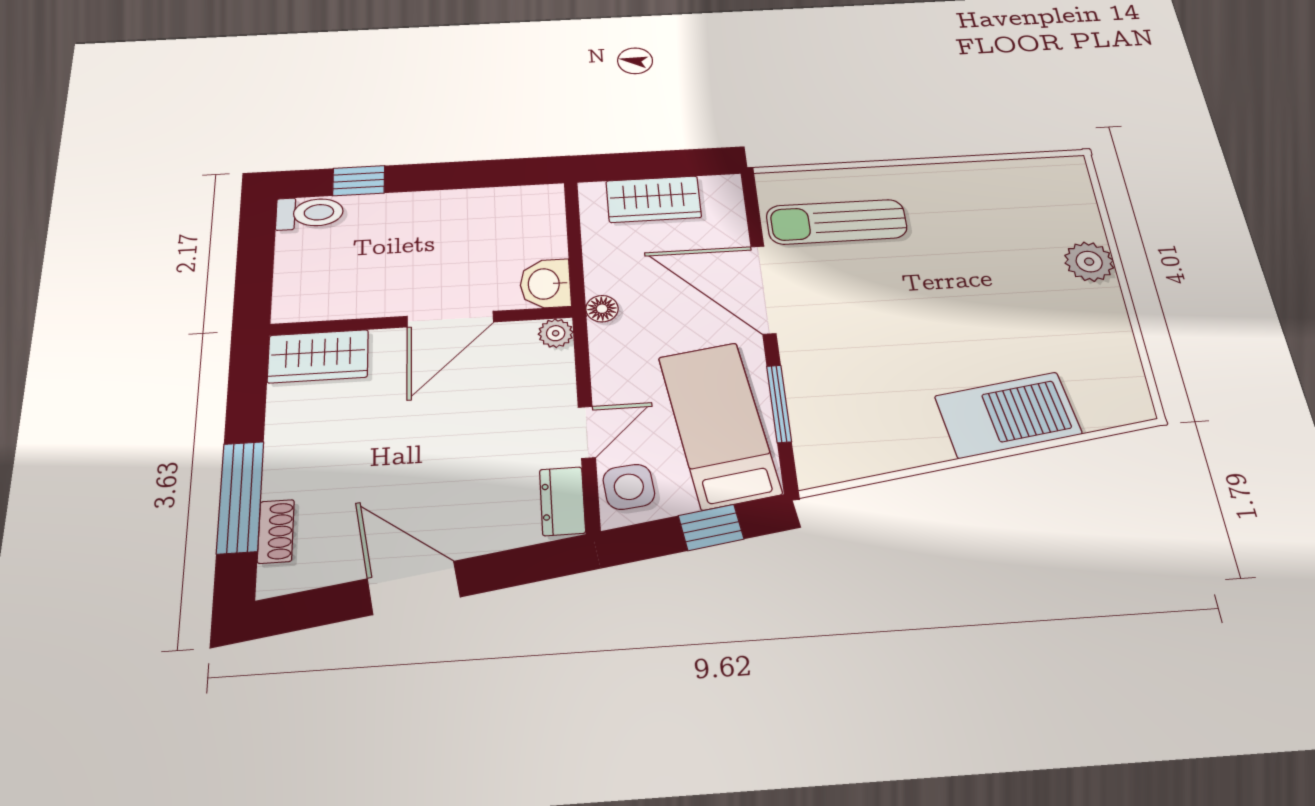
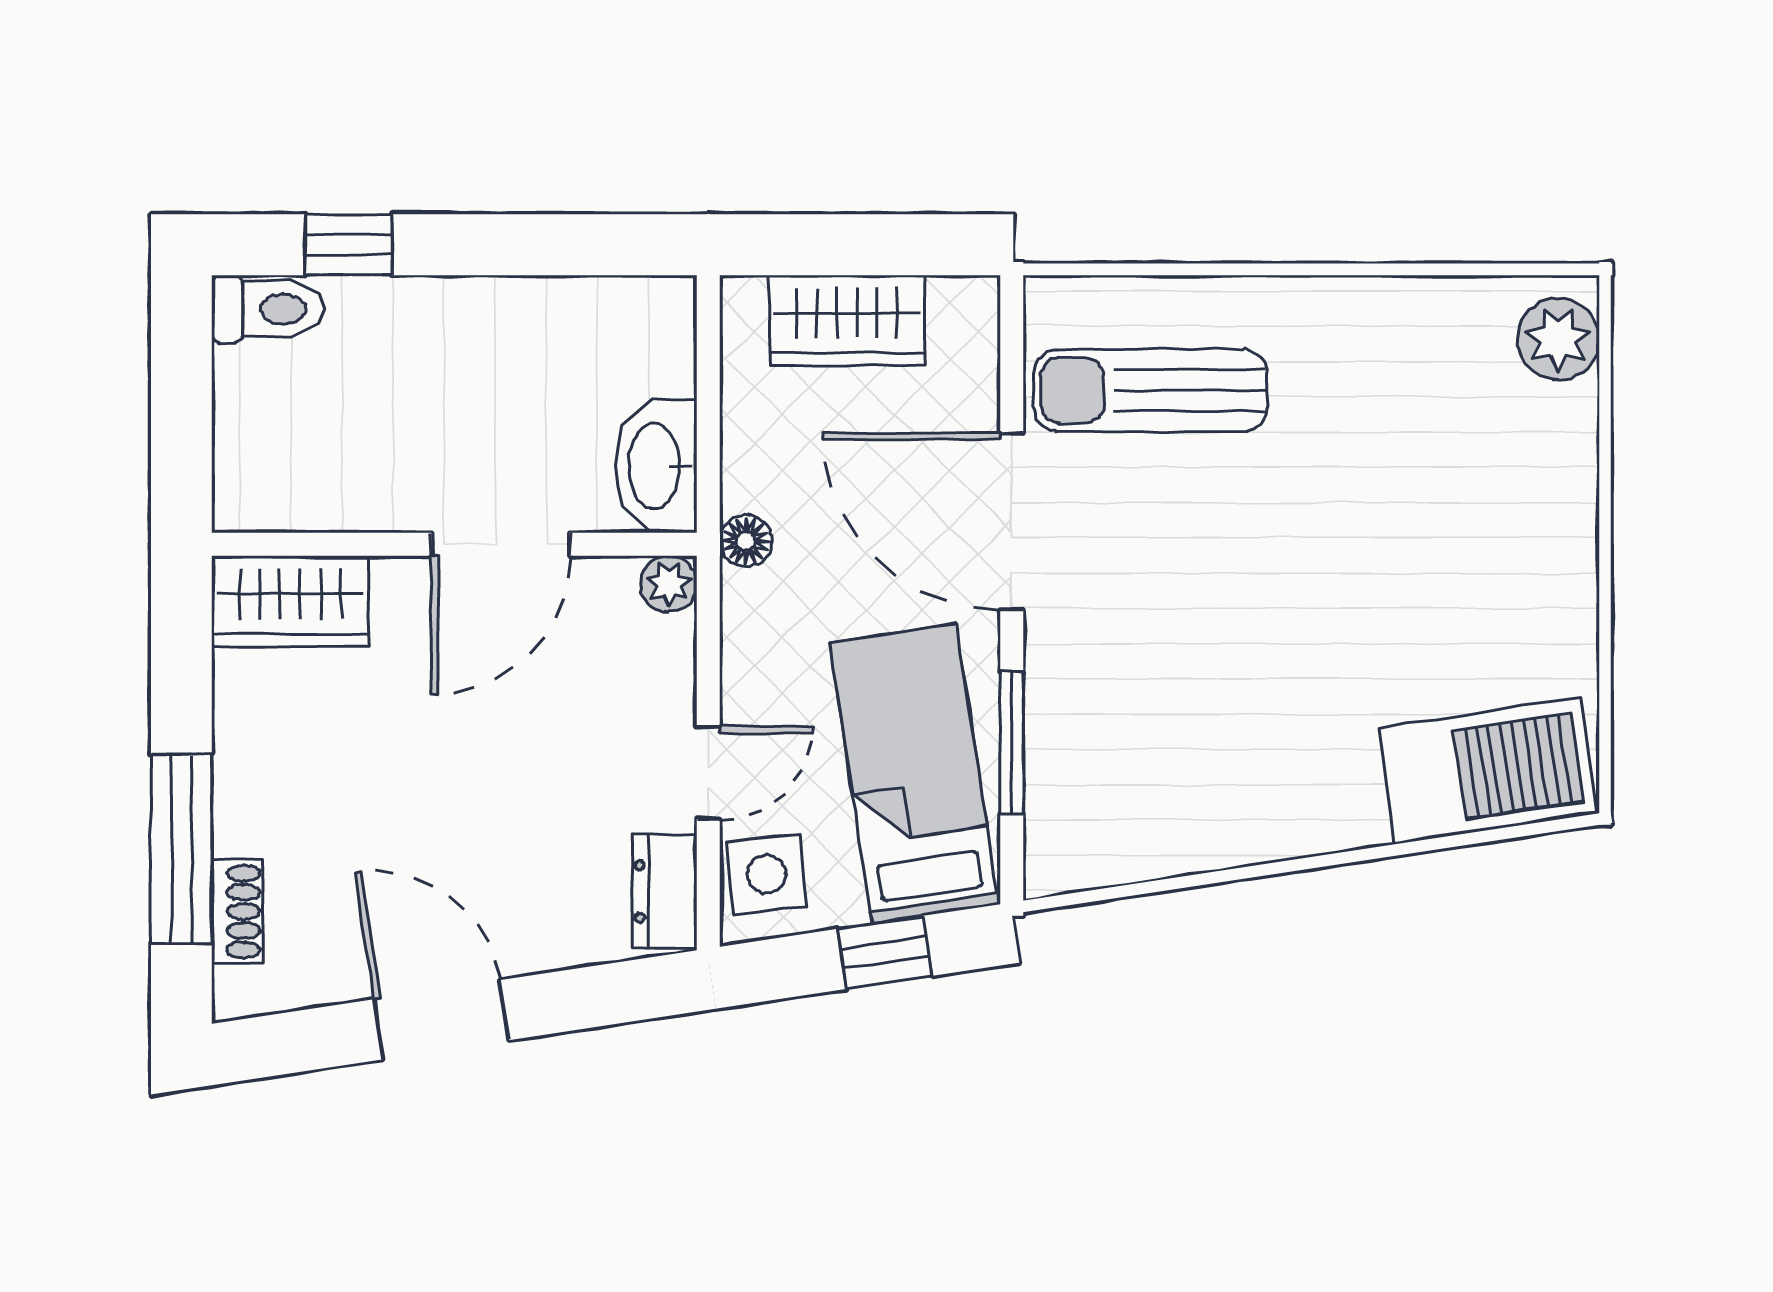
plant: (1089, 262) -> (1558, 339), moved
washbasin: (545, 284) -> (656, 466), width x1.38
barbecue: (1008, 415) -> (1488, 771), moved

